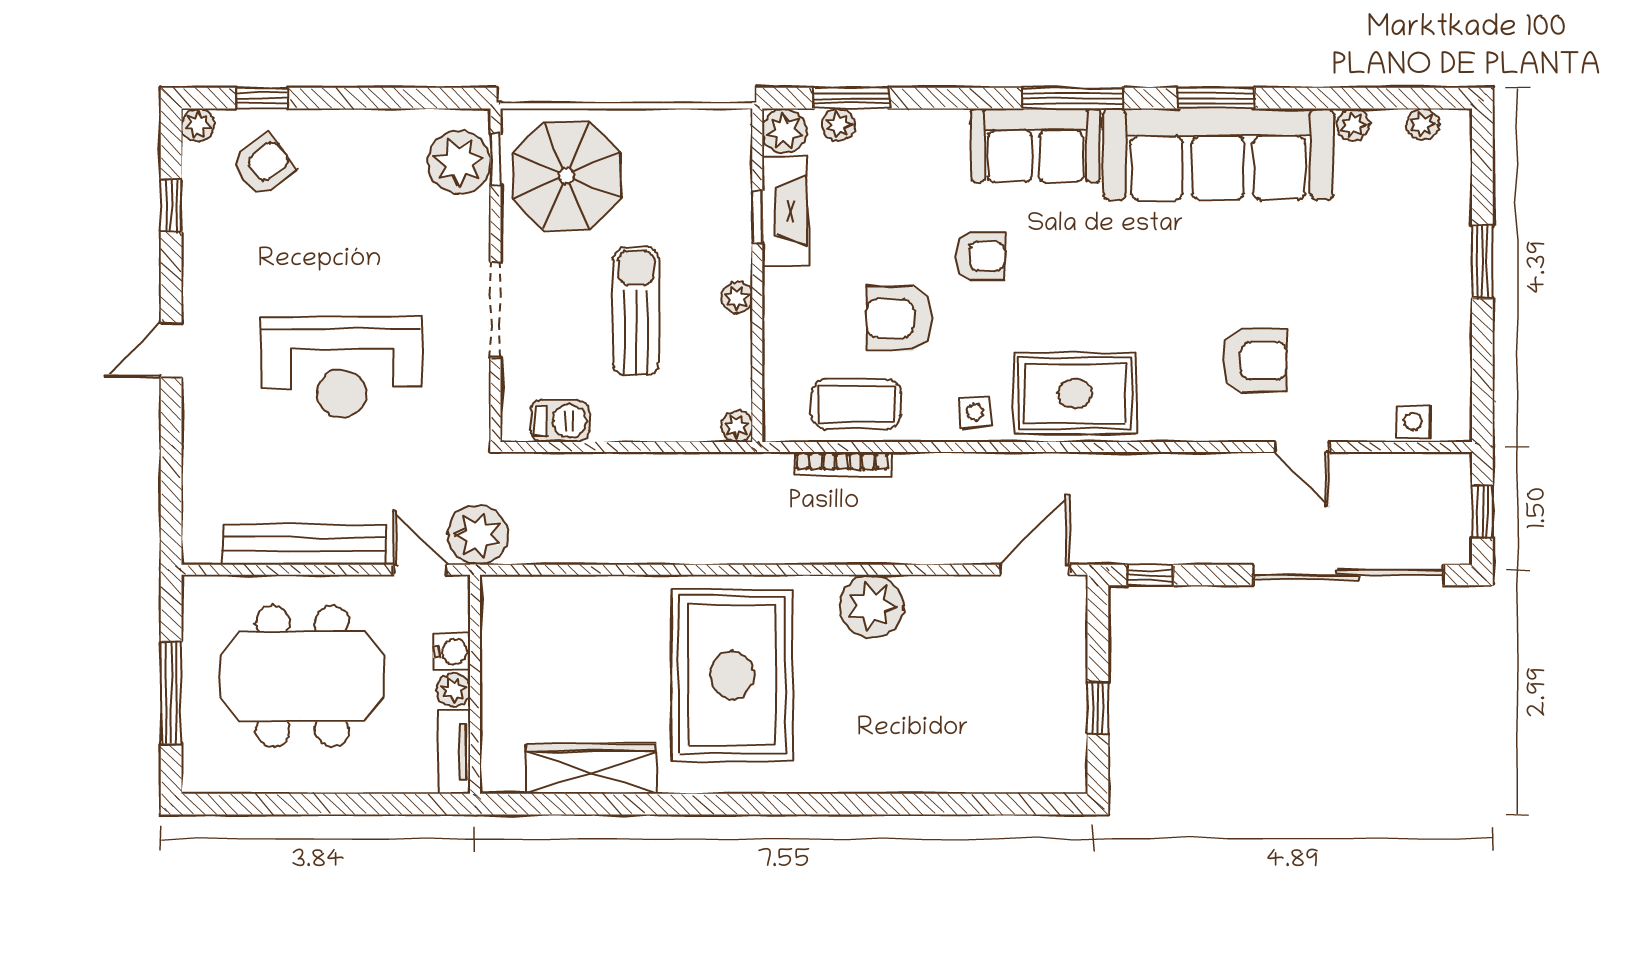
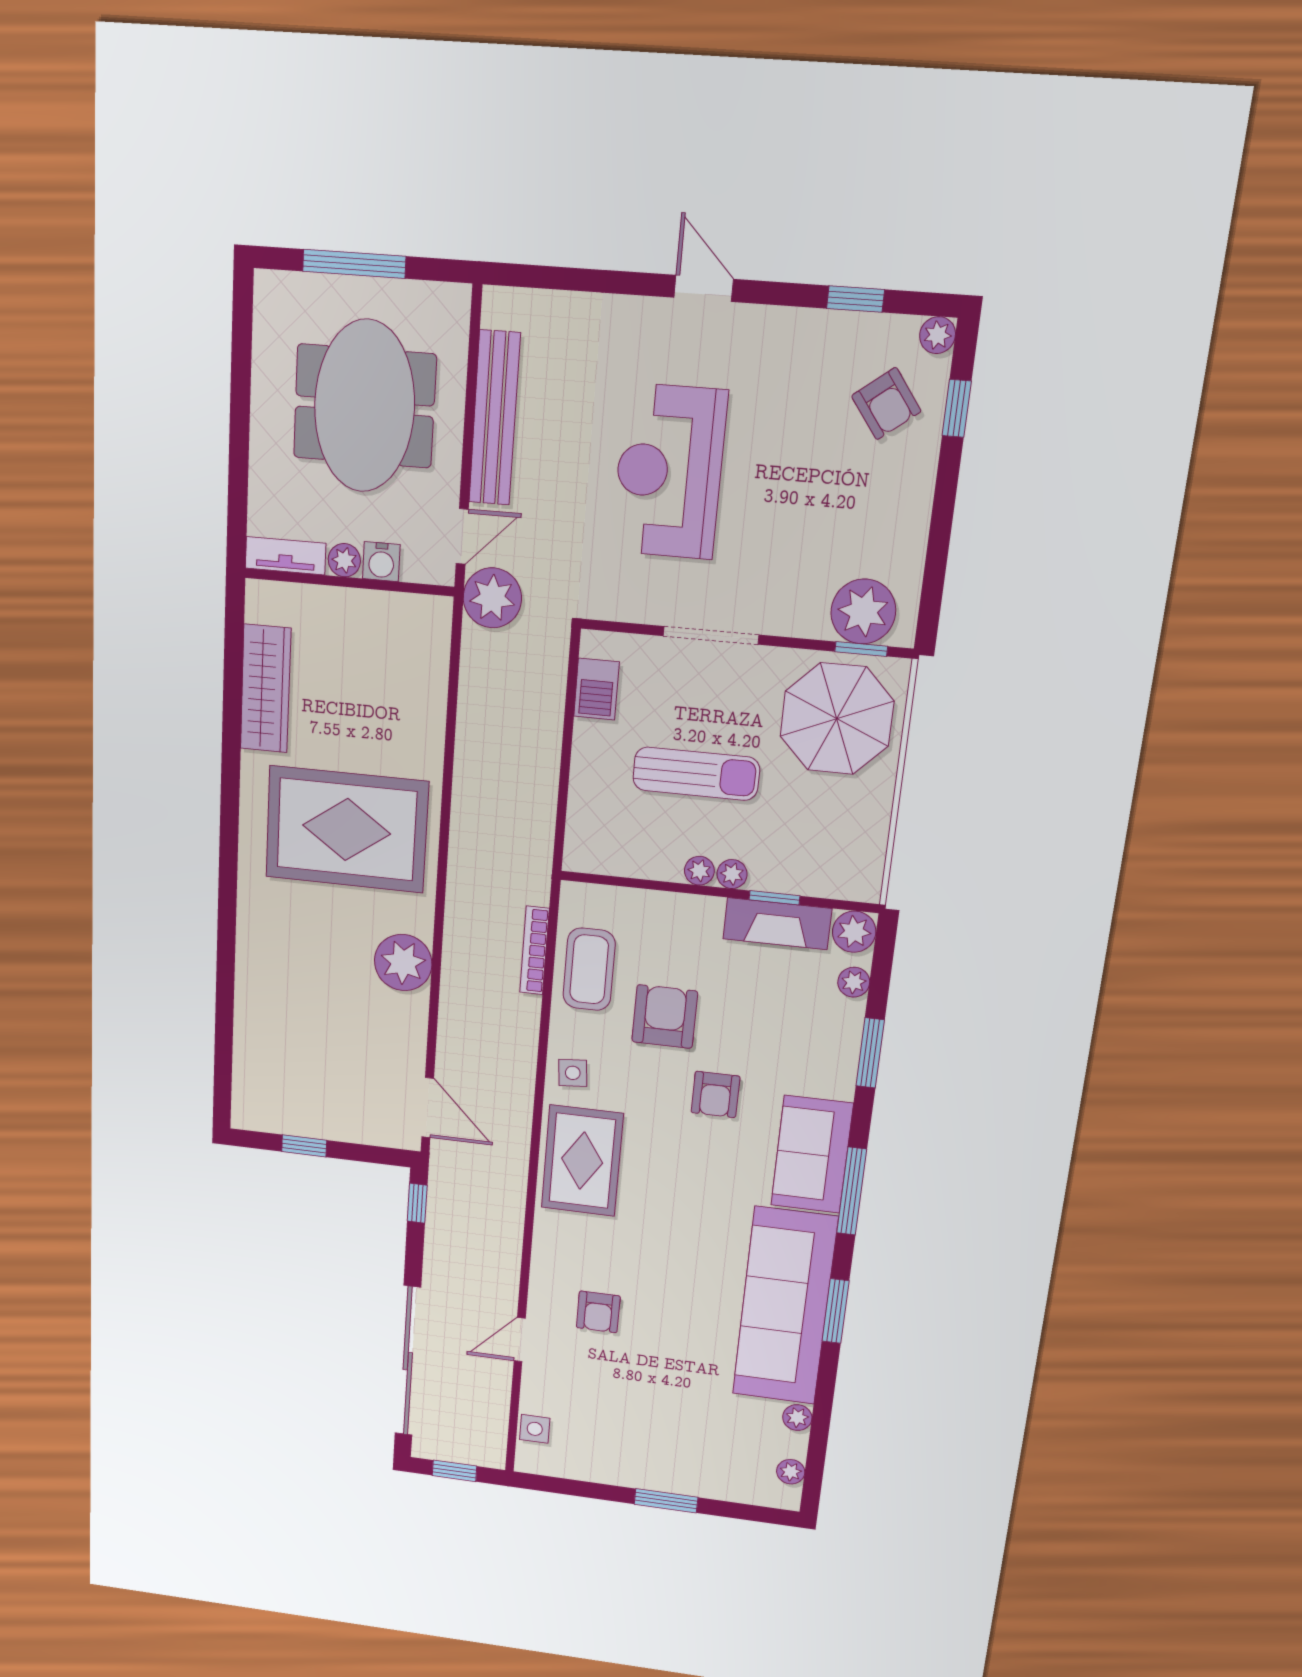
window: (851, 98) -> (870, 1053), moved
armchair: (1255, 360) -> (598, 1312), width x0.72, depth x0.72
plant: (737, 427) -> (732, 874), moved

